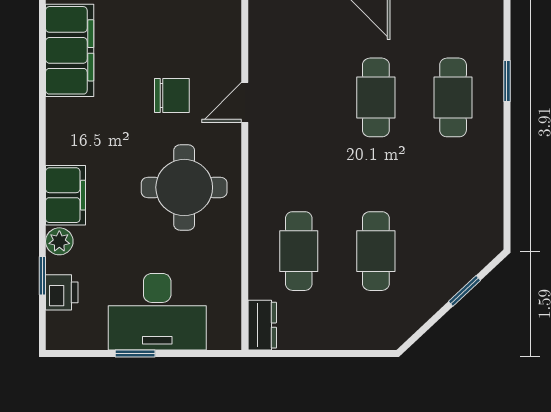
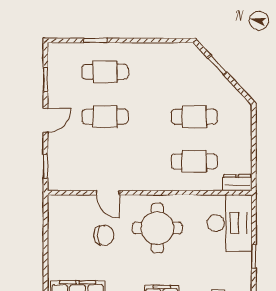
chair: (172, 95) -> (104, 235), turned 90
desk: (157, 312) -> (229, 223), moved

